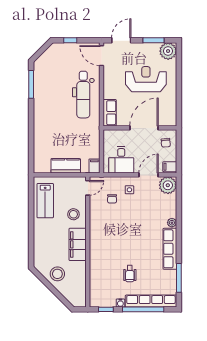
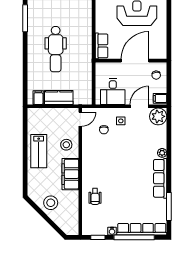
dental chair: (83, 95) -> (56, 49), moved
filing cabinet: (94, 166) -> (38, 98), moved
lab bench: (45, 201) -> (39, 151), moved
wheelchair: (130, 274) -> (95, 196), moved

